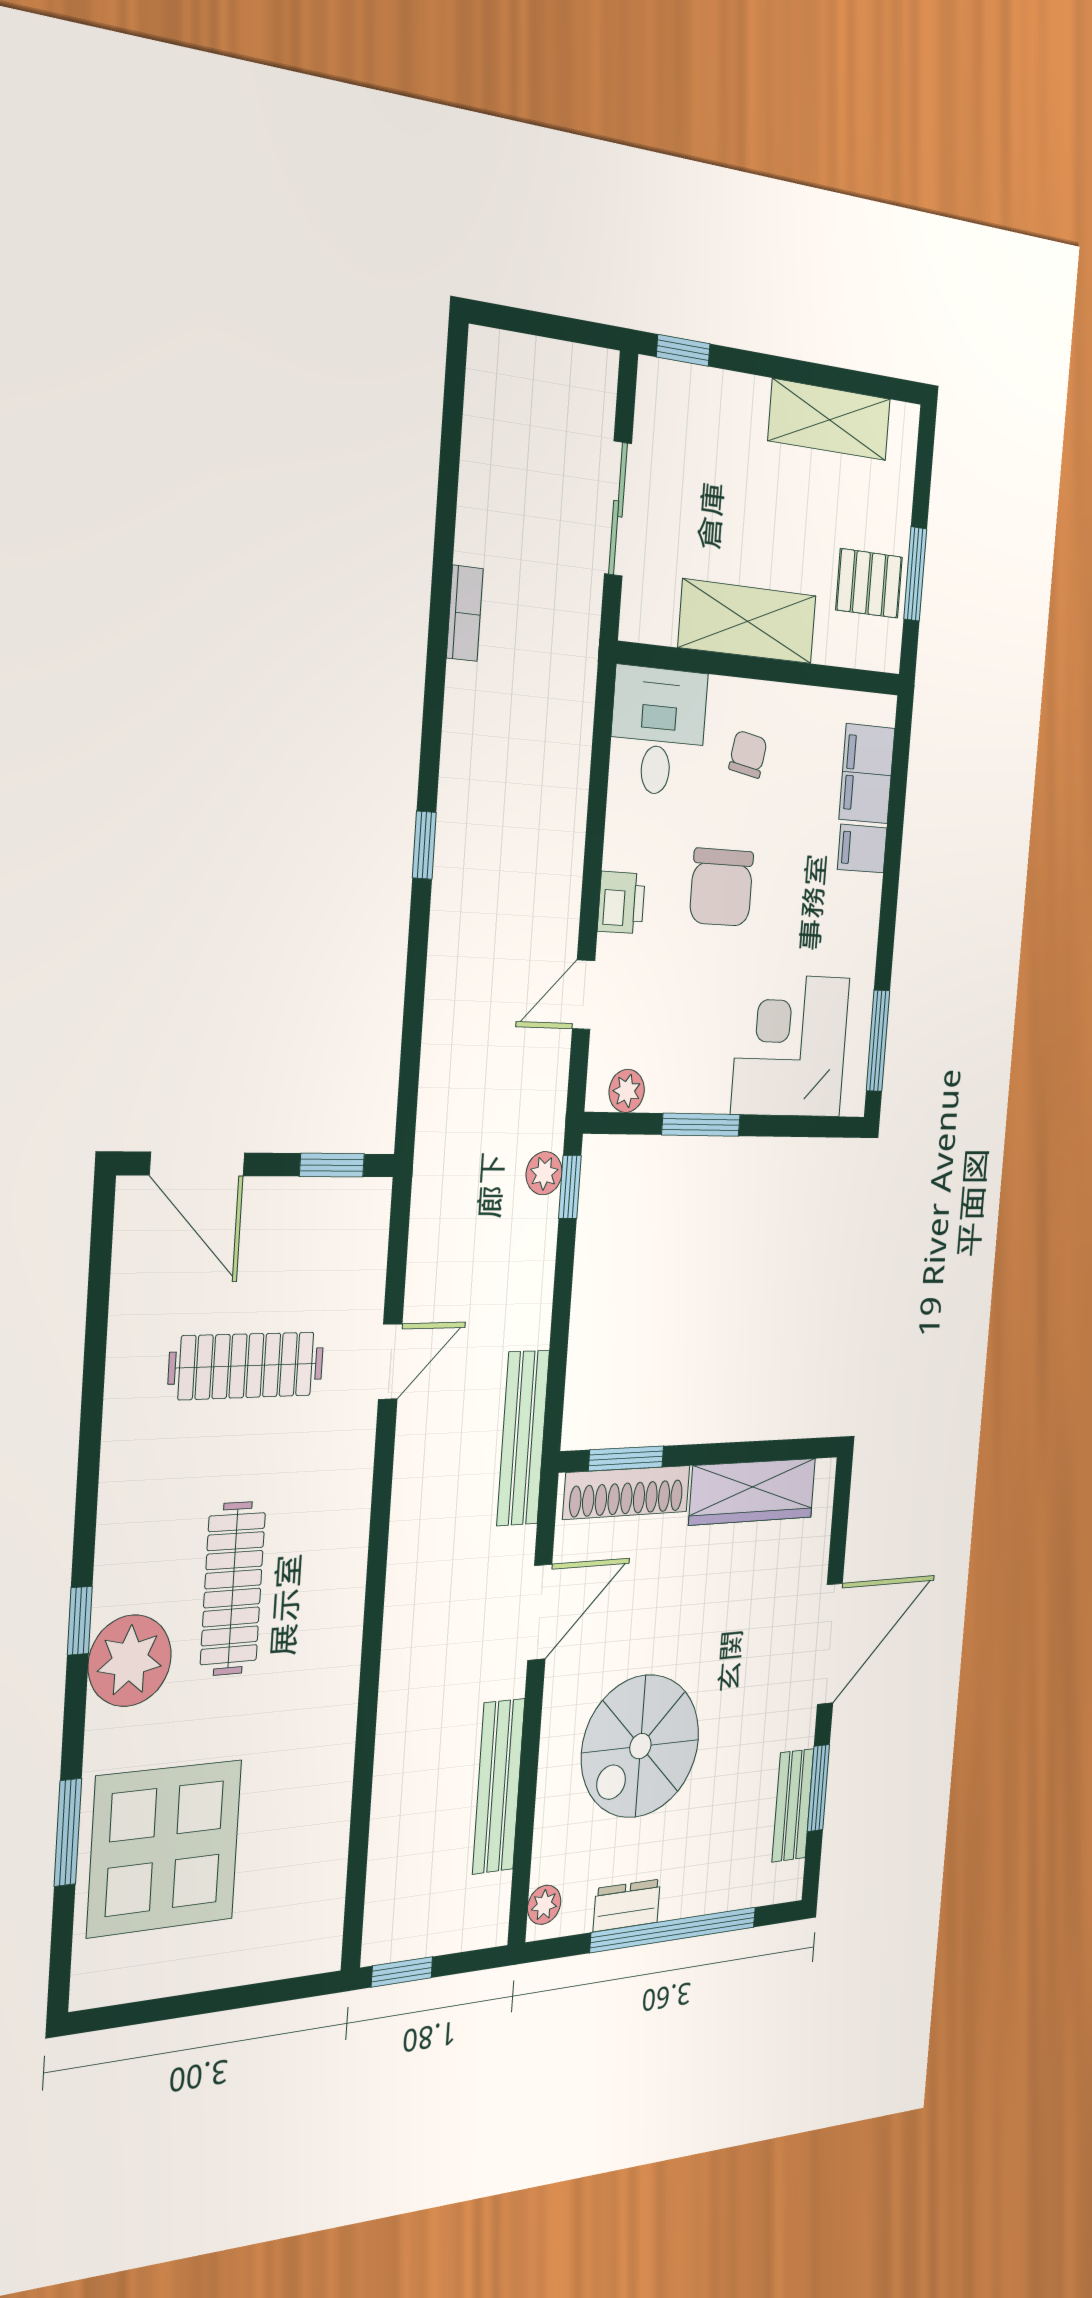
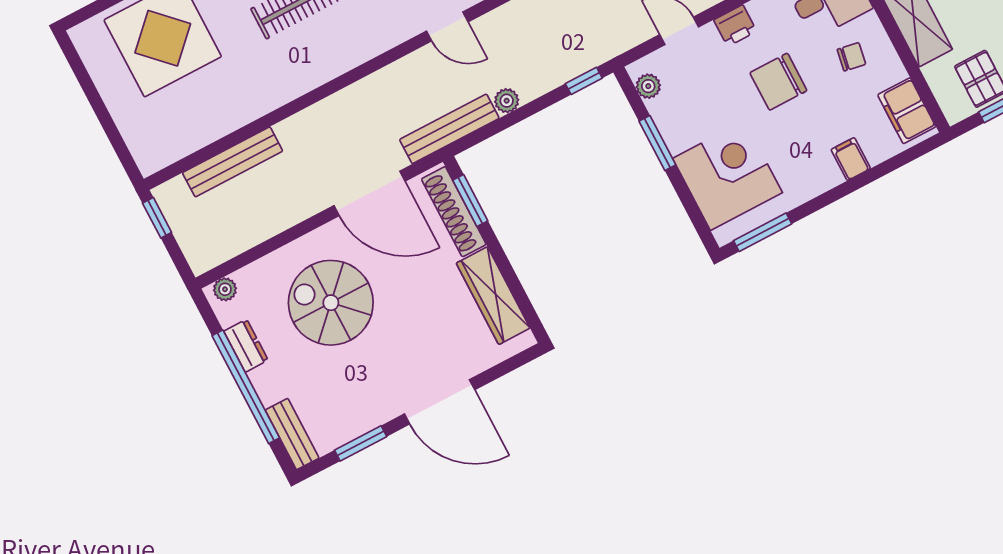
filing cabinet: (867, 774) -> (907, 111), moved, turned -90
plant: (544, 1173) -> (507, 101), moved
door: (540, 1612) -> (369, 193), width x1.36
bench: (499, 1786) -> (233, 162), moved
bench: (793, 1805) -> (292, 434), moved, turned 90

